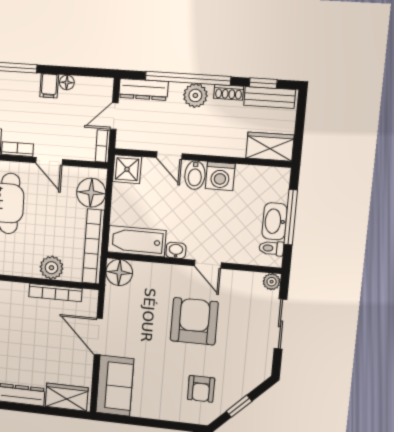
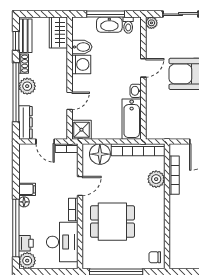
floor lamp: (67, 82) -> (24, 202), moved
bidet: (195, 175) -> (82, 47), moved
floor lamp: (119, 272) -> (155, 130), removed

